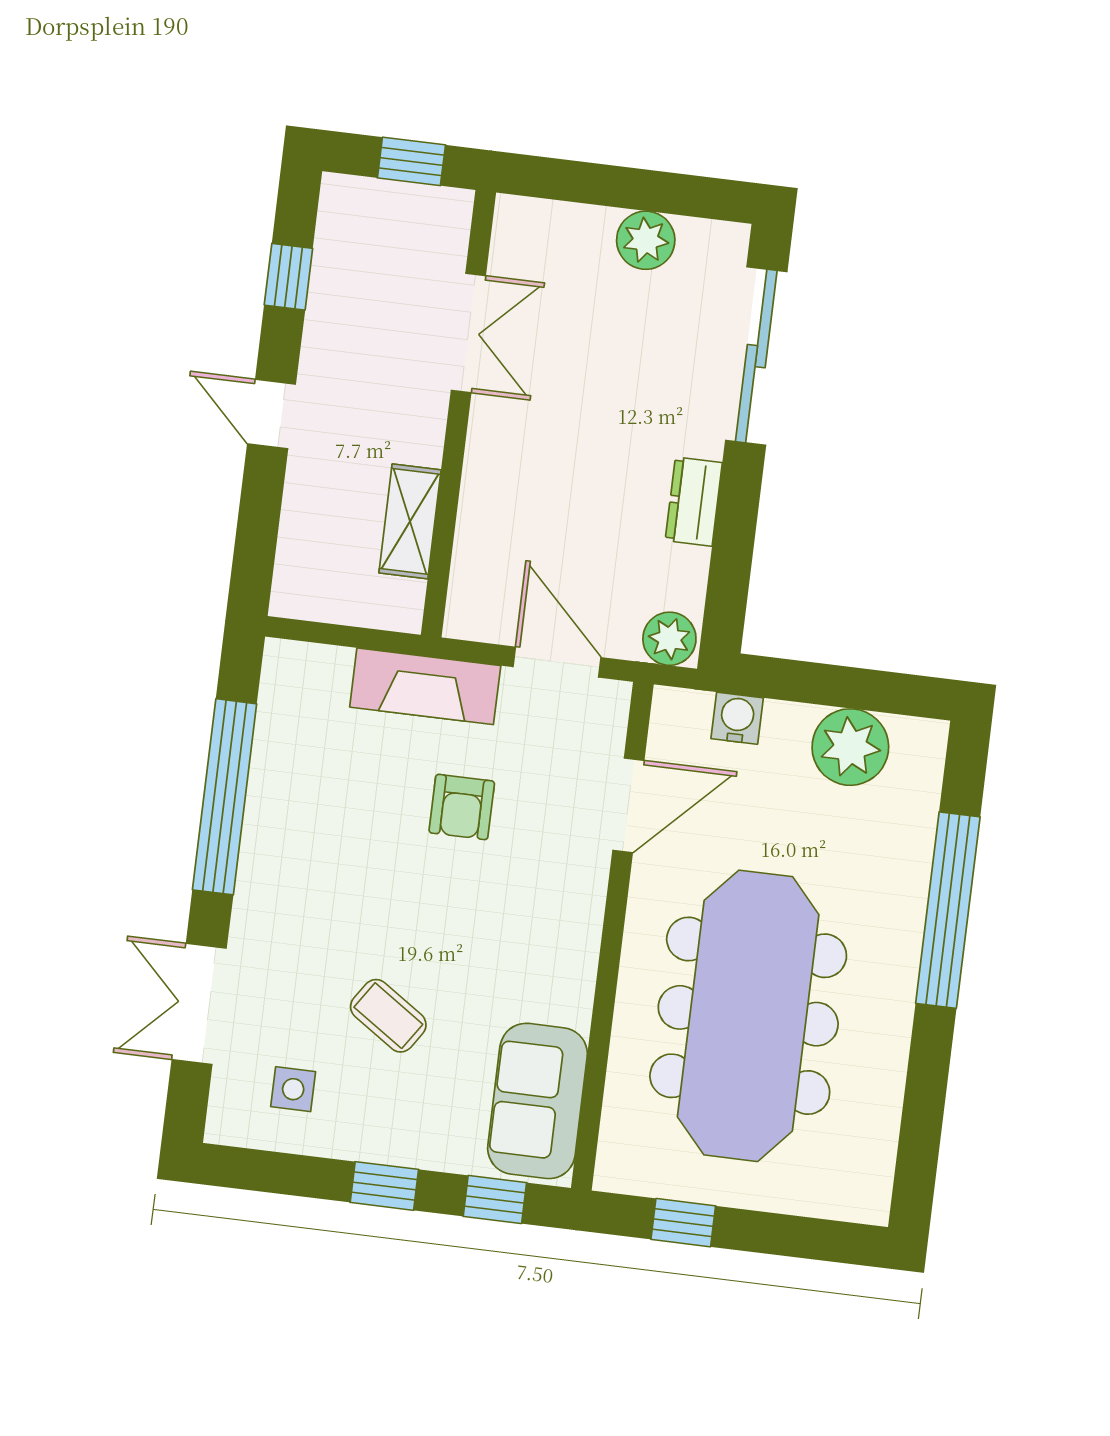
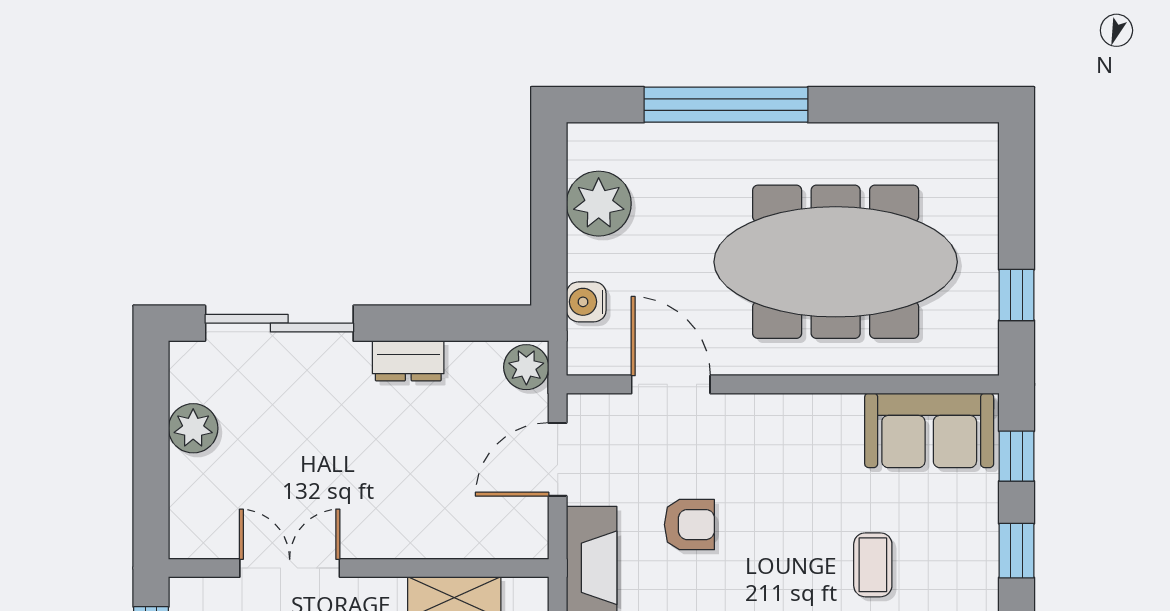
coffee table: (388, 1016) -> (873, 565), turned -34

